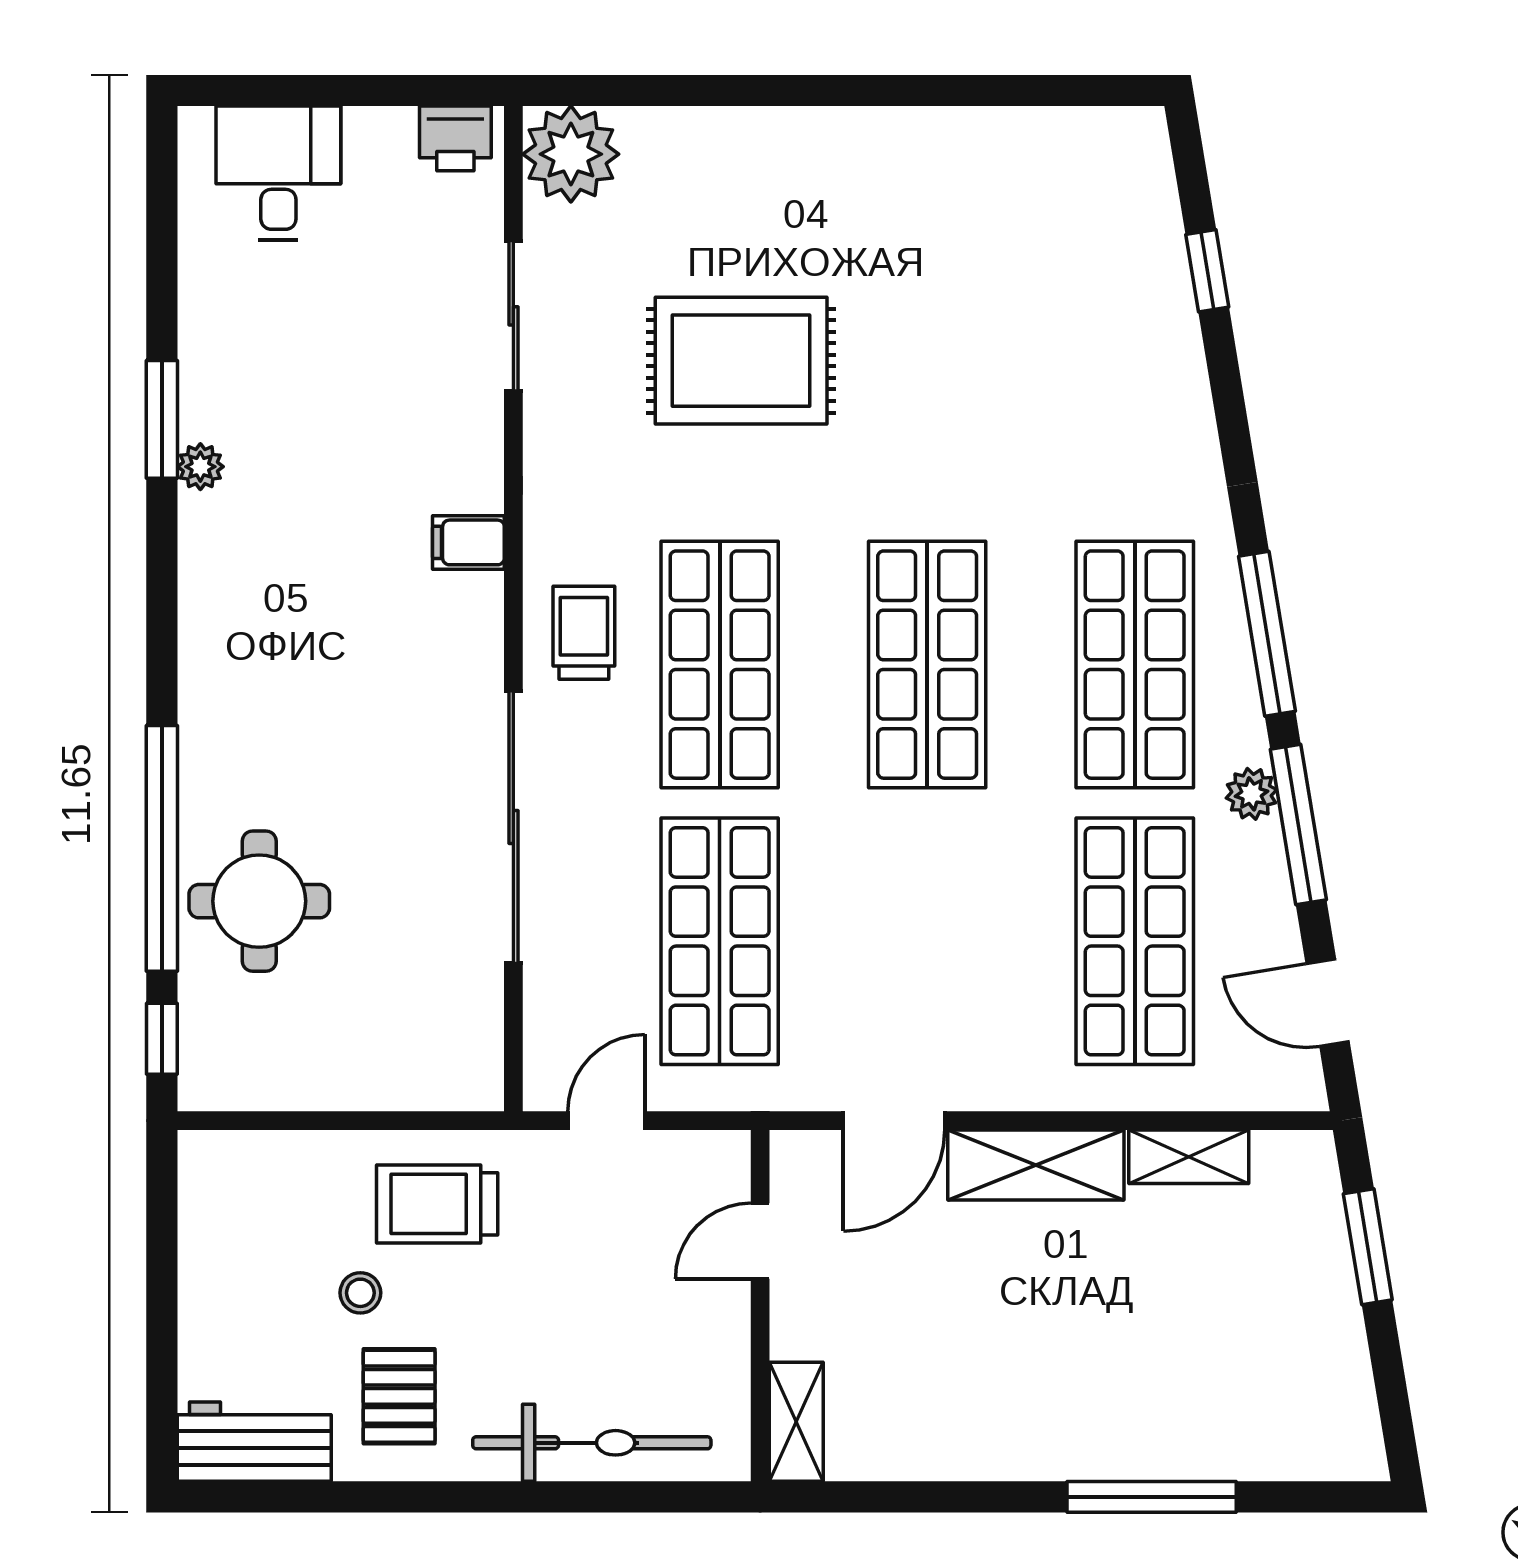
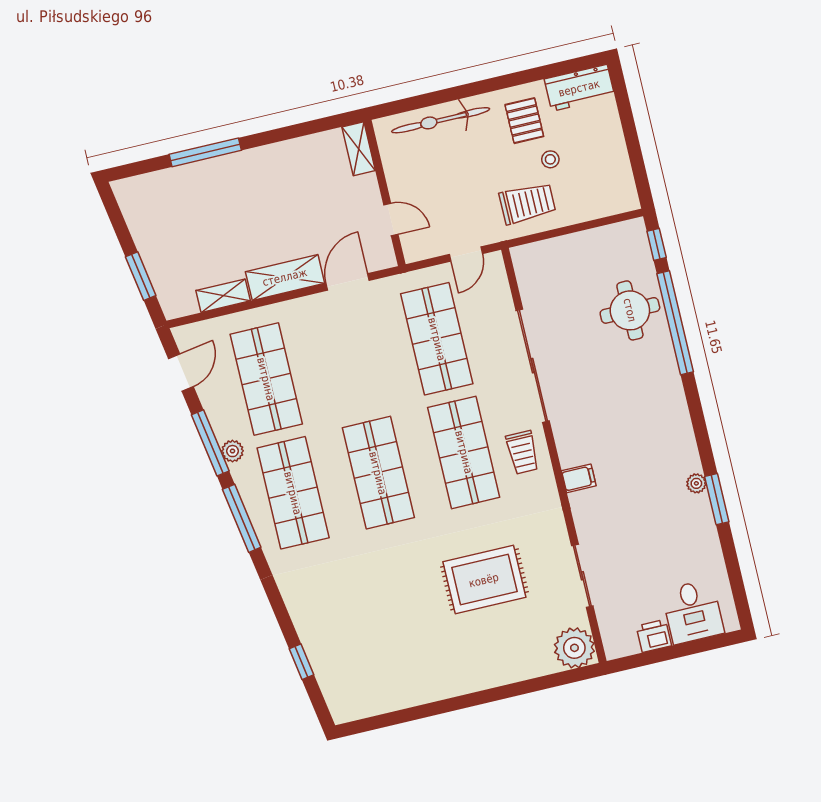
printer: (455, 138) -> (654, 636), moved
door: (1328, 1003) -> (181, 373), hinge flipped
door: (760, 1241) -> (391, 219), hinge flipped

